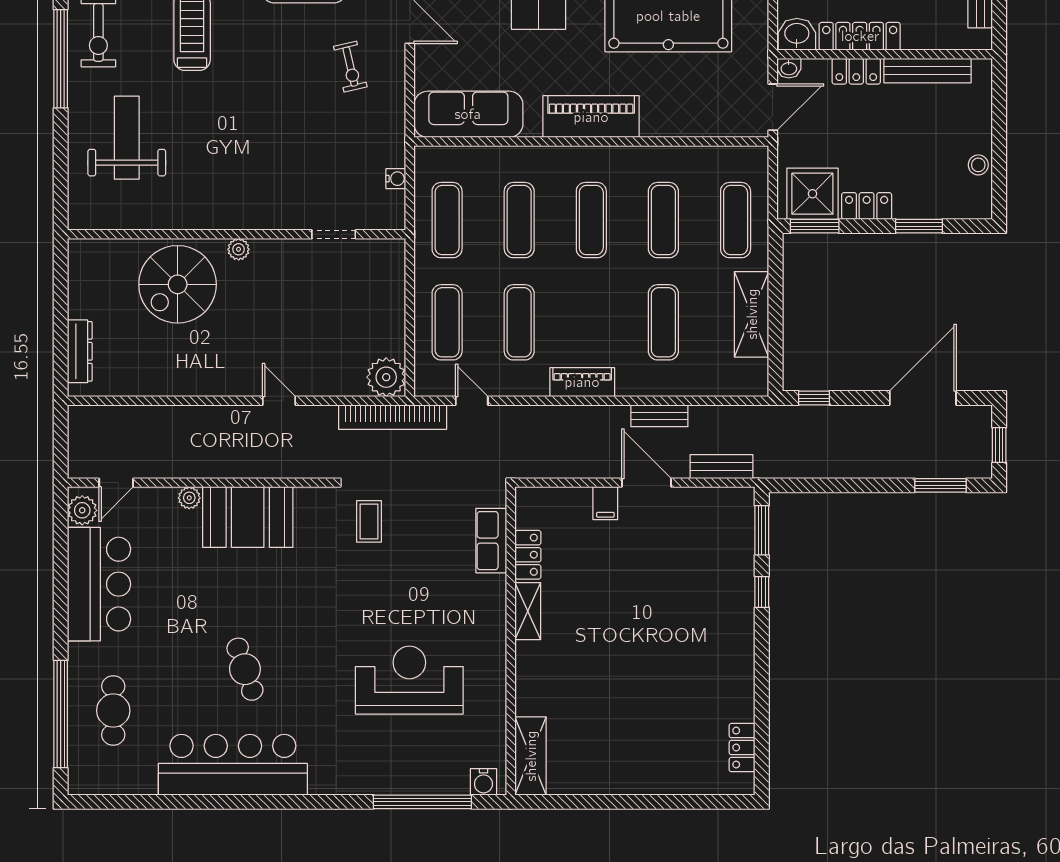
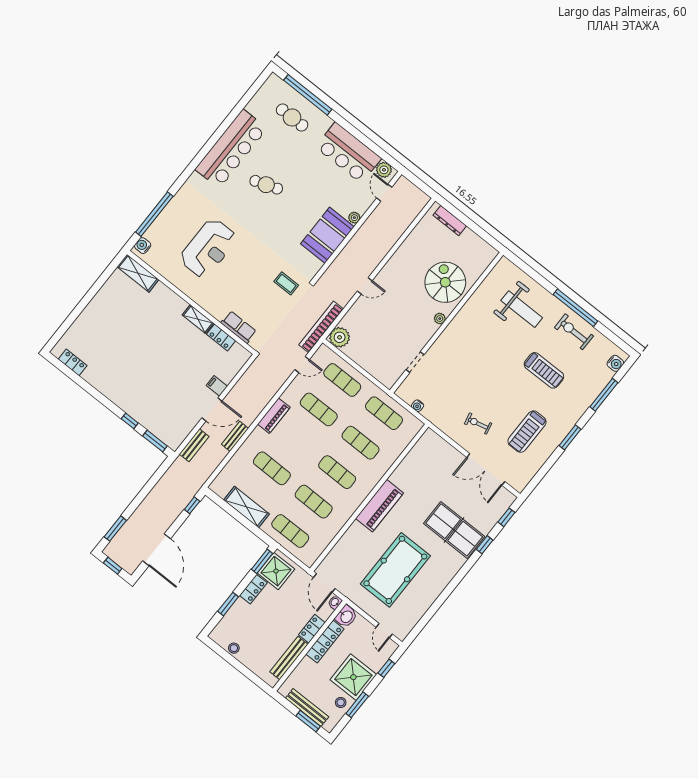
sofa: (468, 114) -> (420, 456), removed

